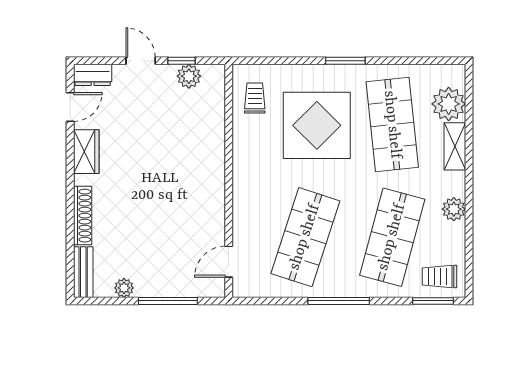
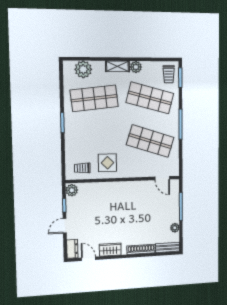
plant: (189, 76) -> (72, 190), moved
display table: (317, 125) -> (107, 163), moved, width x0.54, depth x0.54
shelving: (455, 146) -> (117, 66), moved

